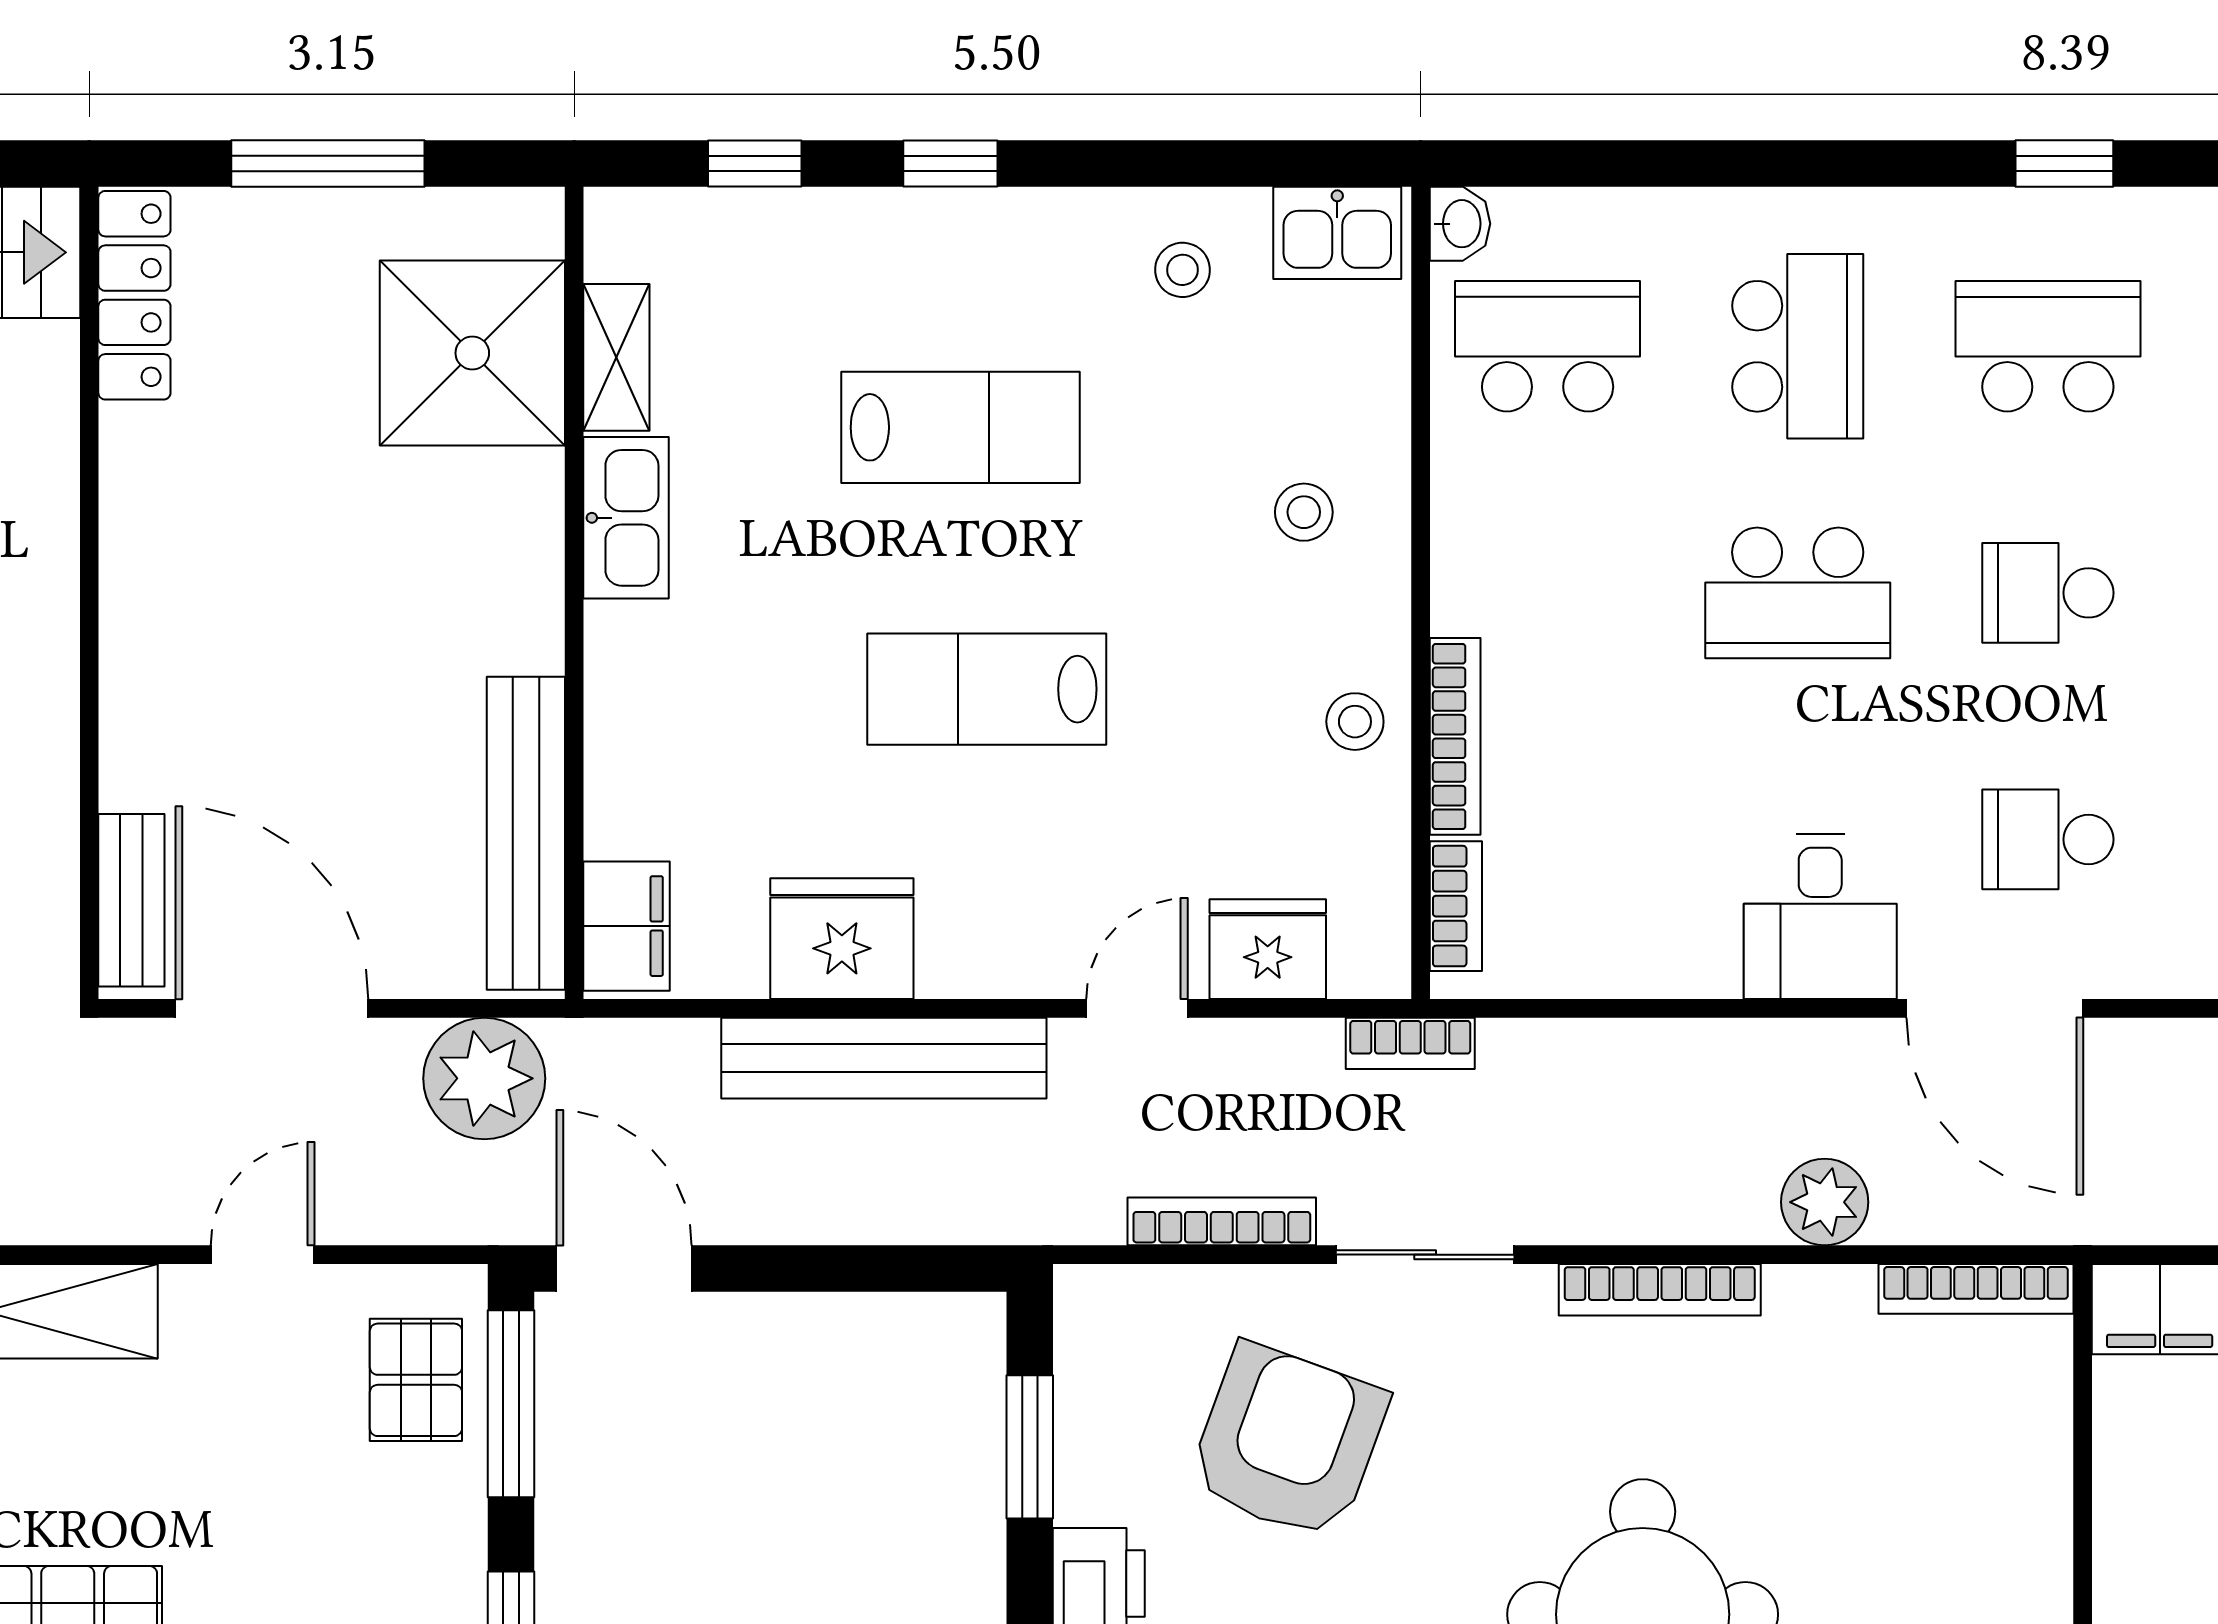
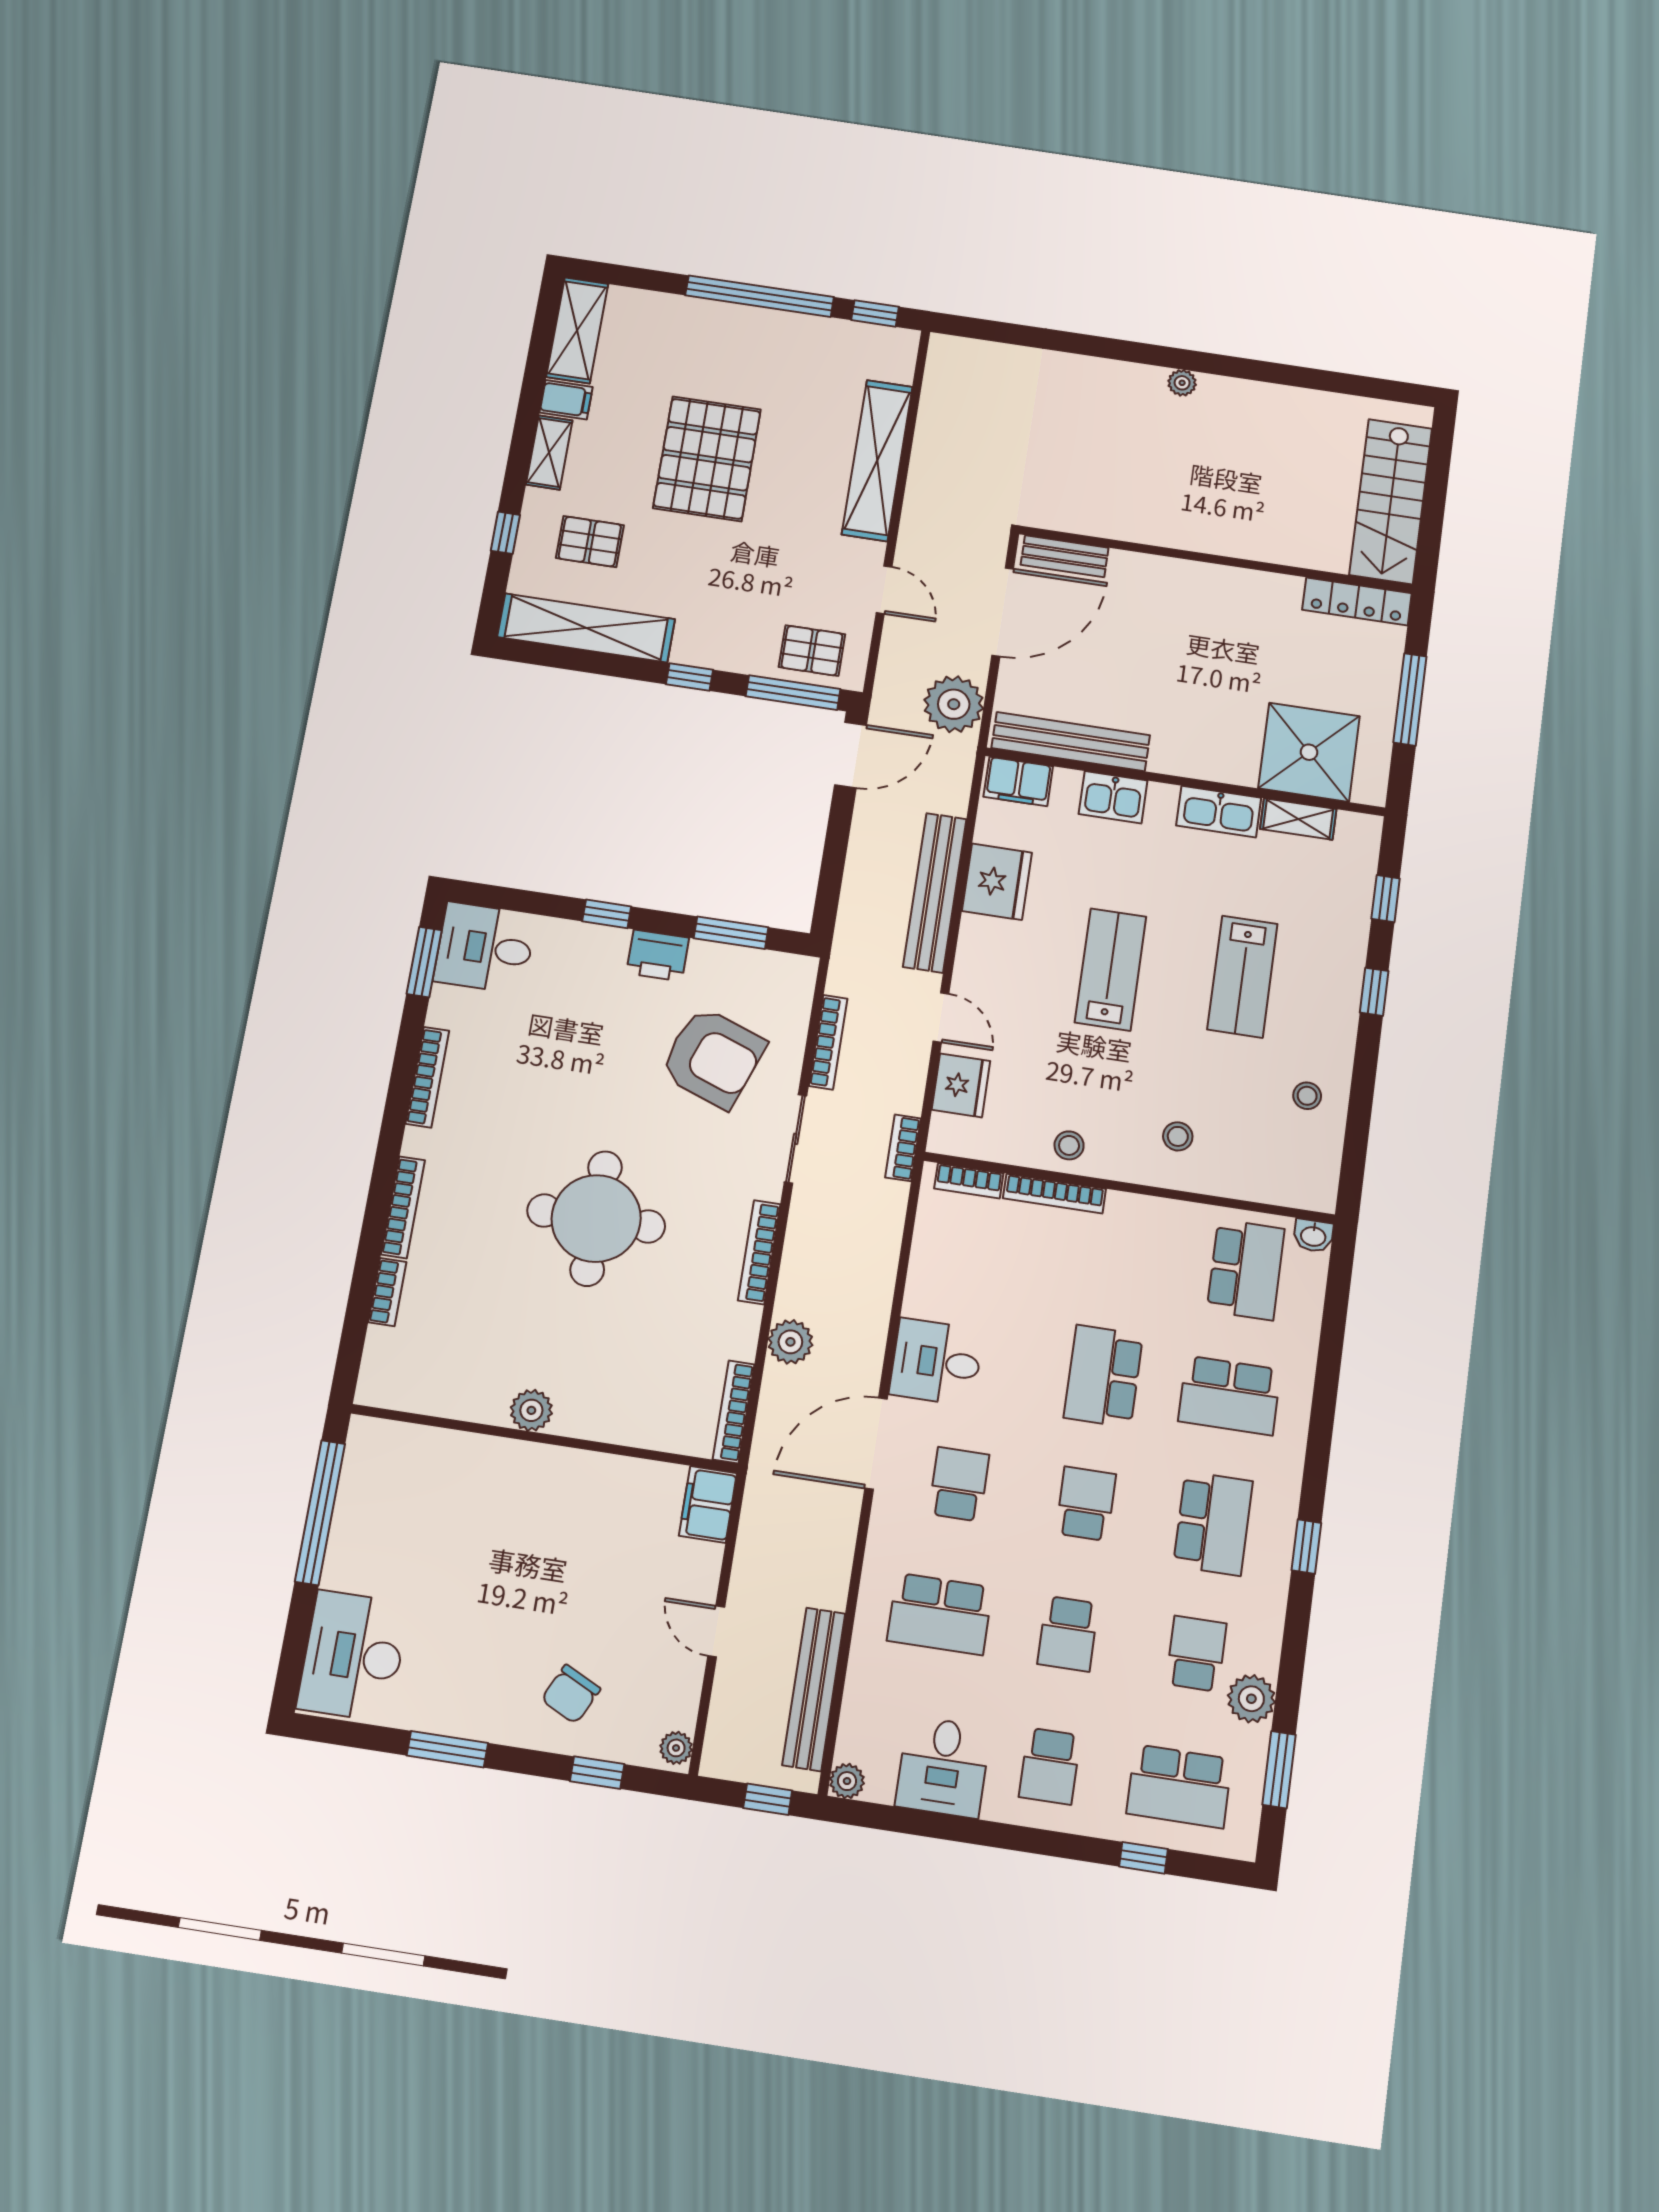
kitchen sink: (1337, 233) -> (1113, 797), moved, turned -90

